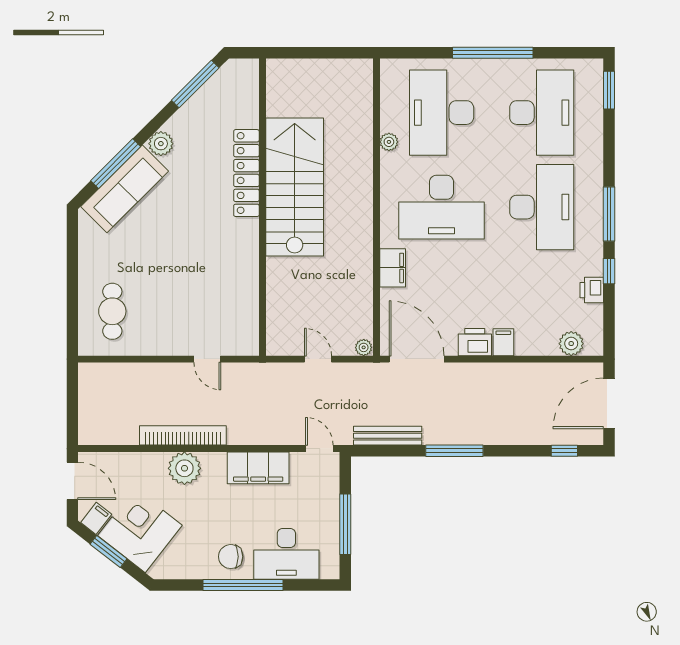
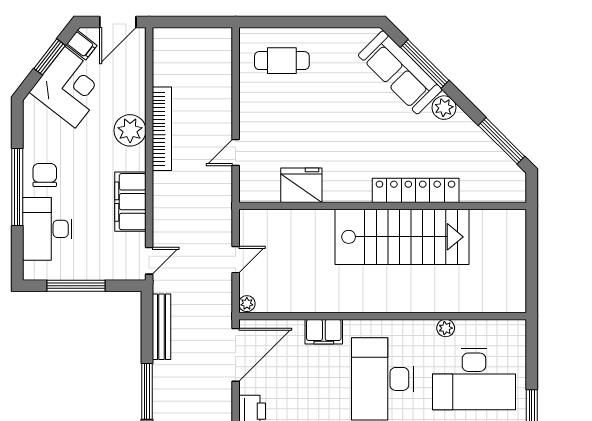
desk: (442, 113) -> (474, 379), turned 180
fridge: (241, 291) -> (301, 185), added

